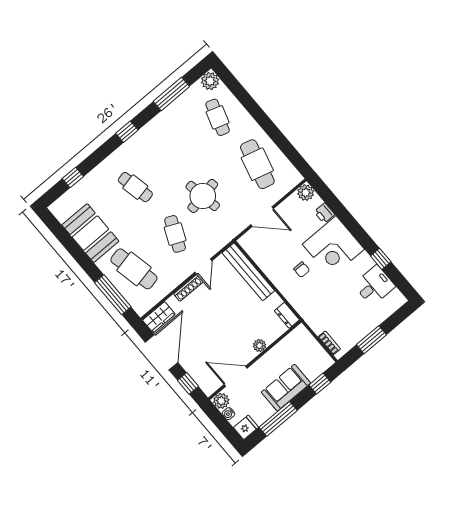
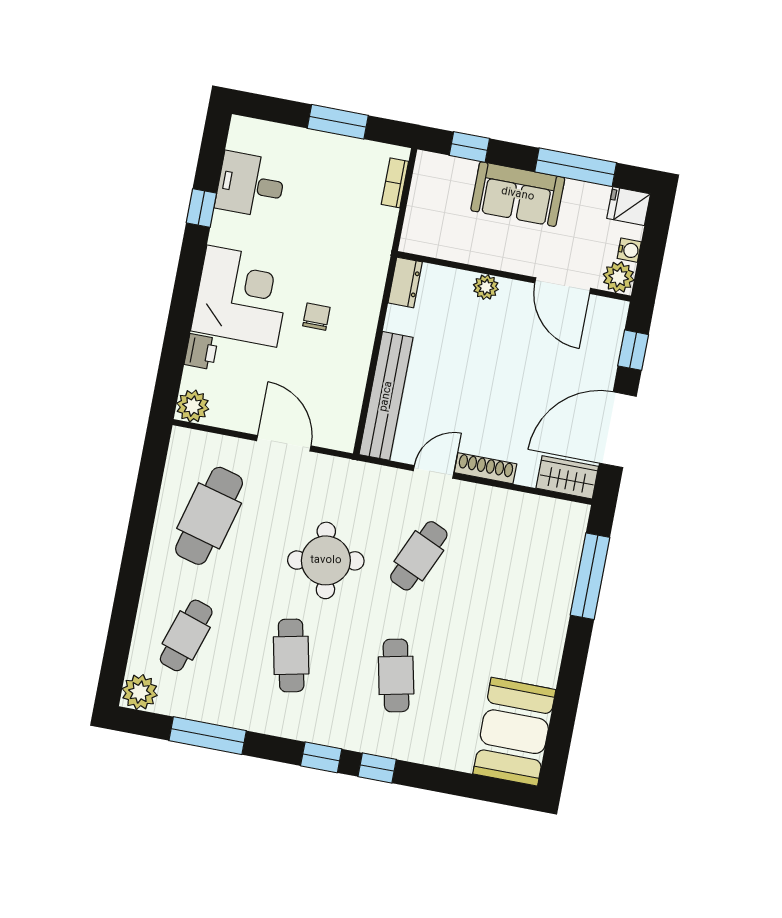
window: (73, 177) -> (377, 768), moved
booth: (90, 233) -> (514, 732), moved
cafe table: (134, 269) -> (291, 655), moved, width x0.73, depth x0.74

